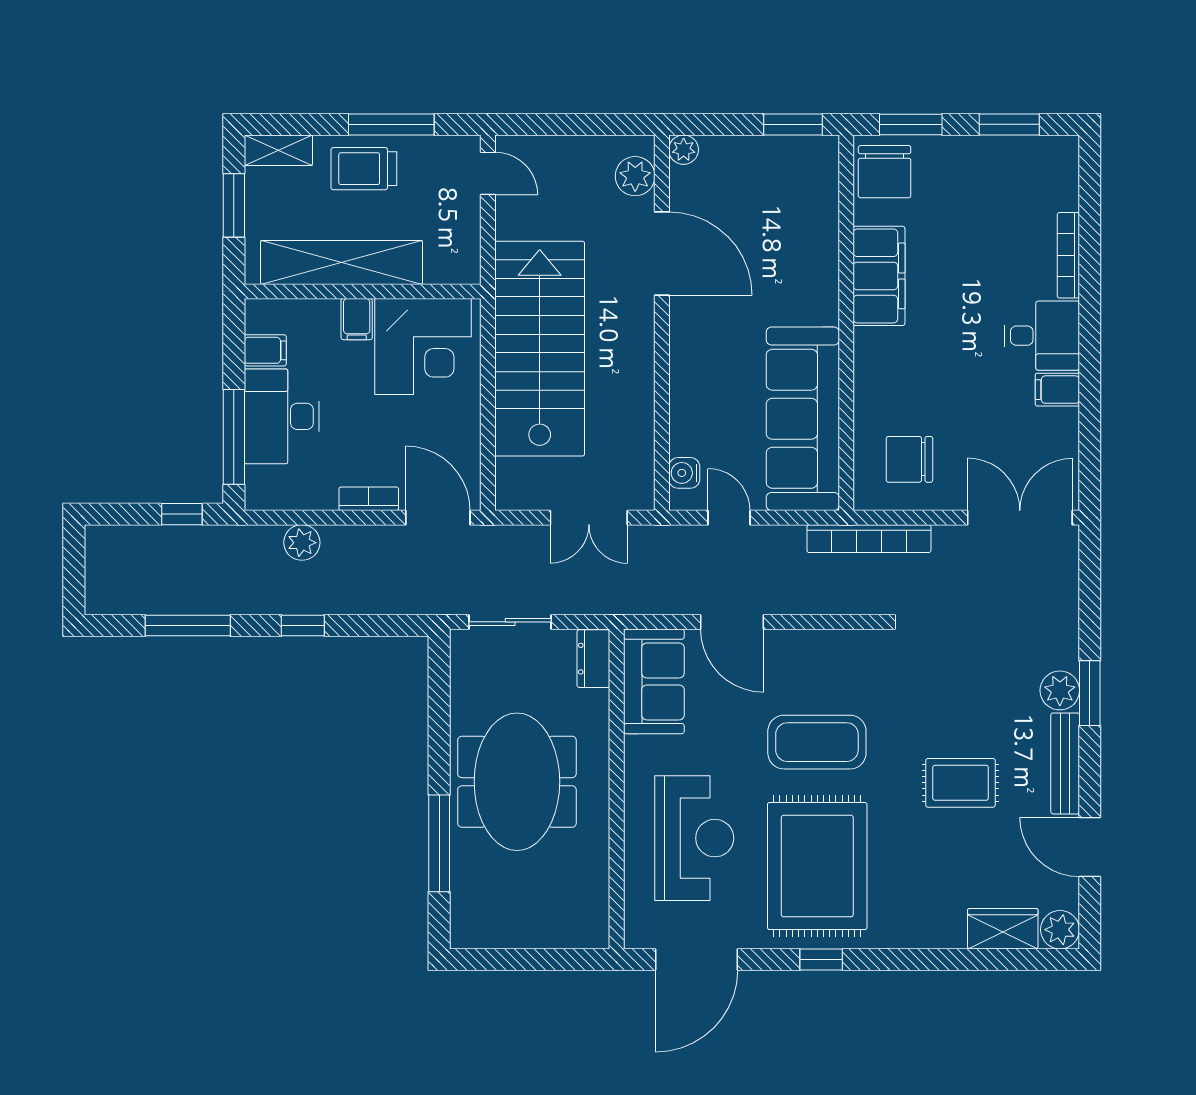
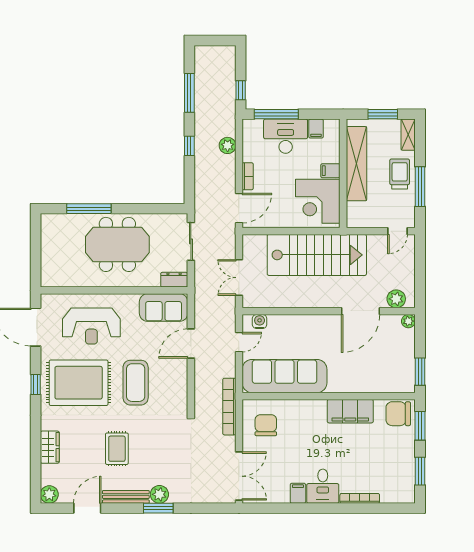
wardrobe: (1003, 929) -> (50, 447), moved

